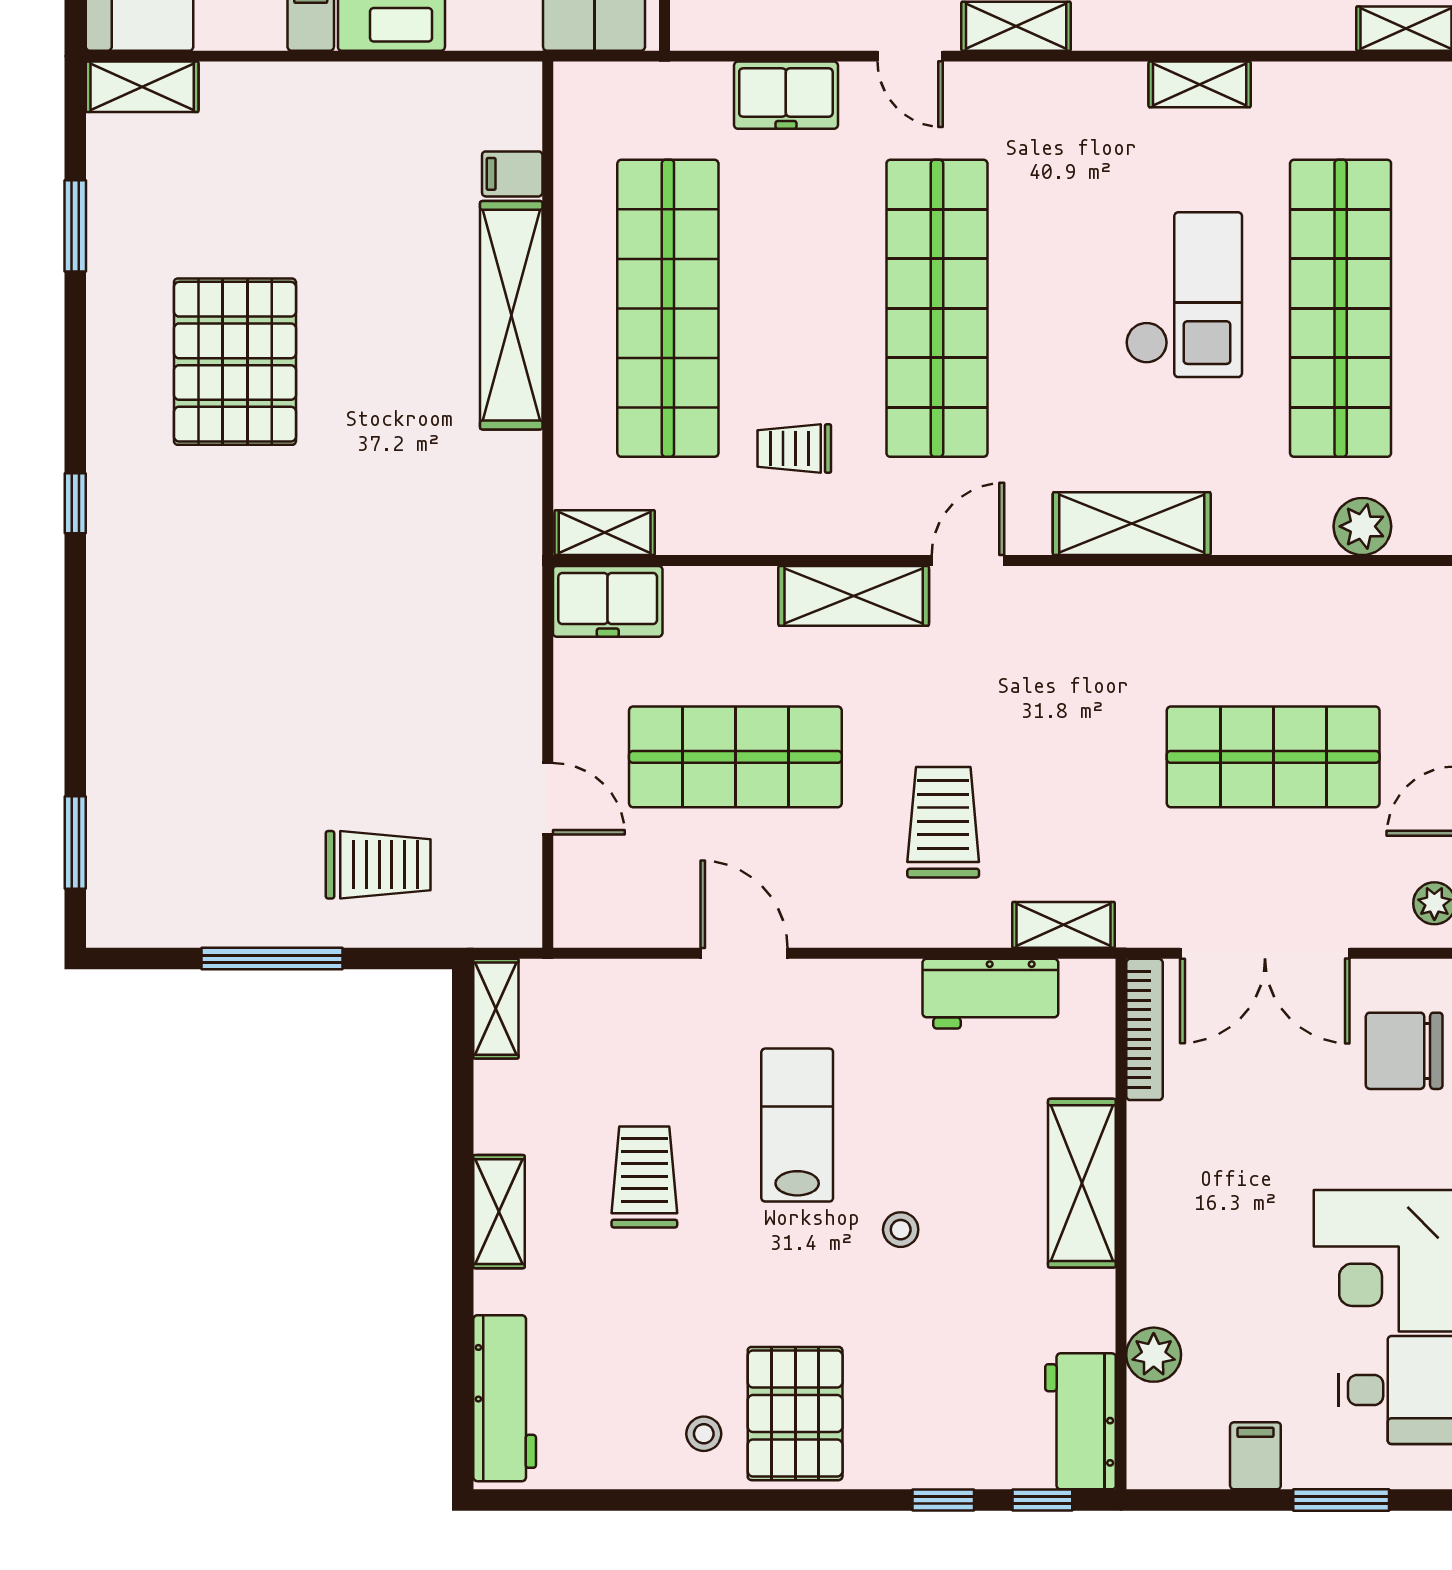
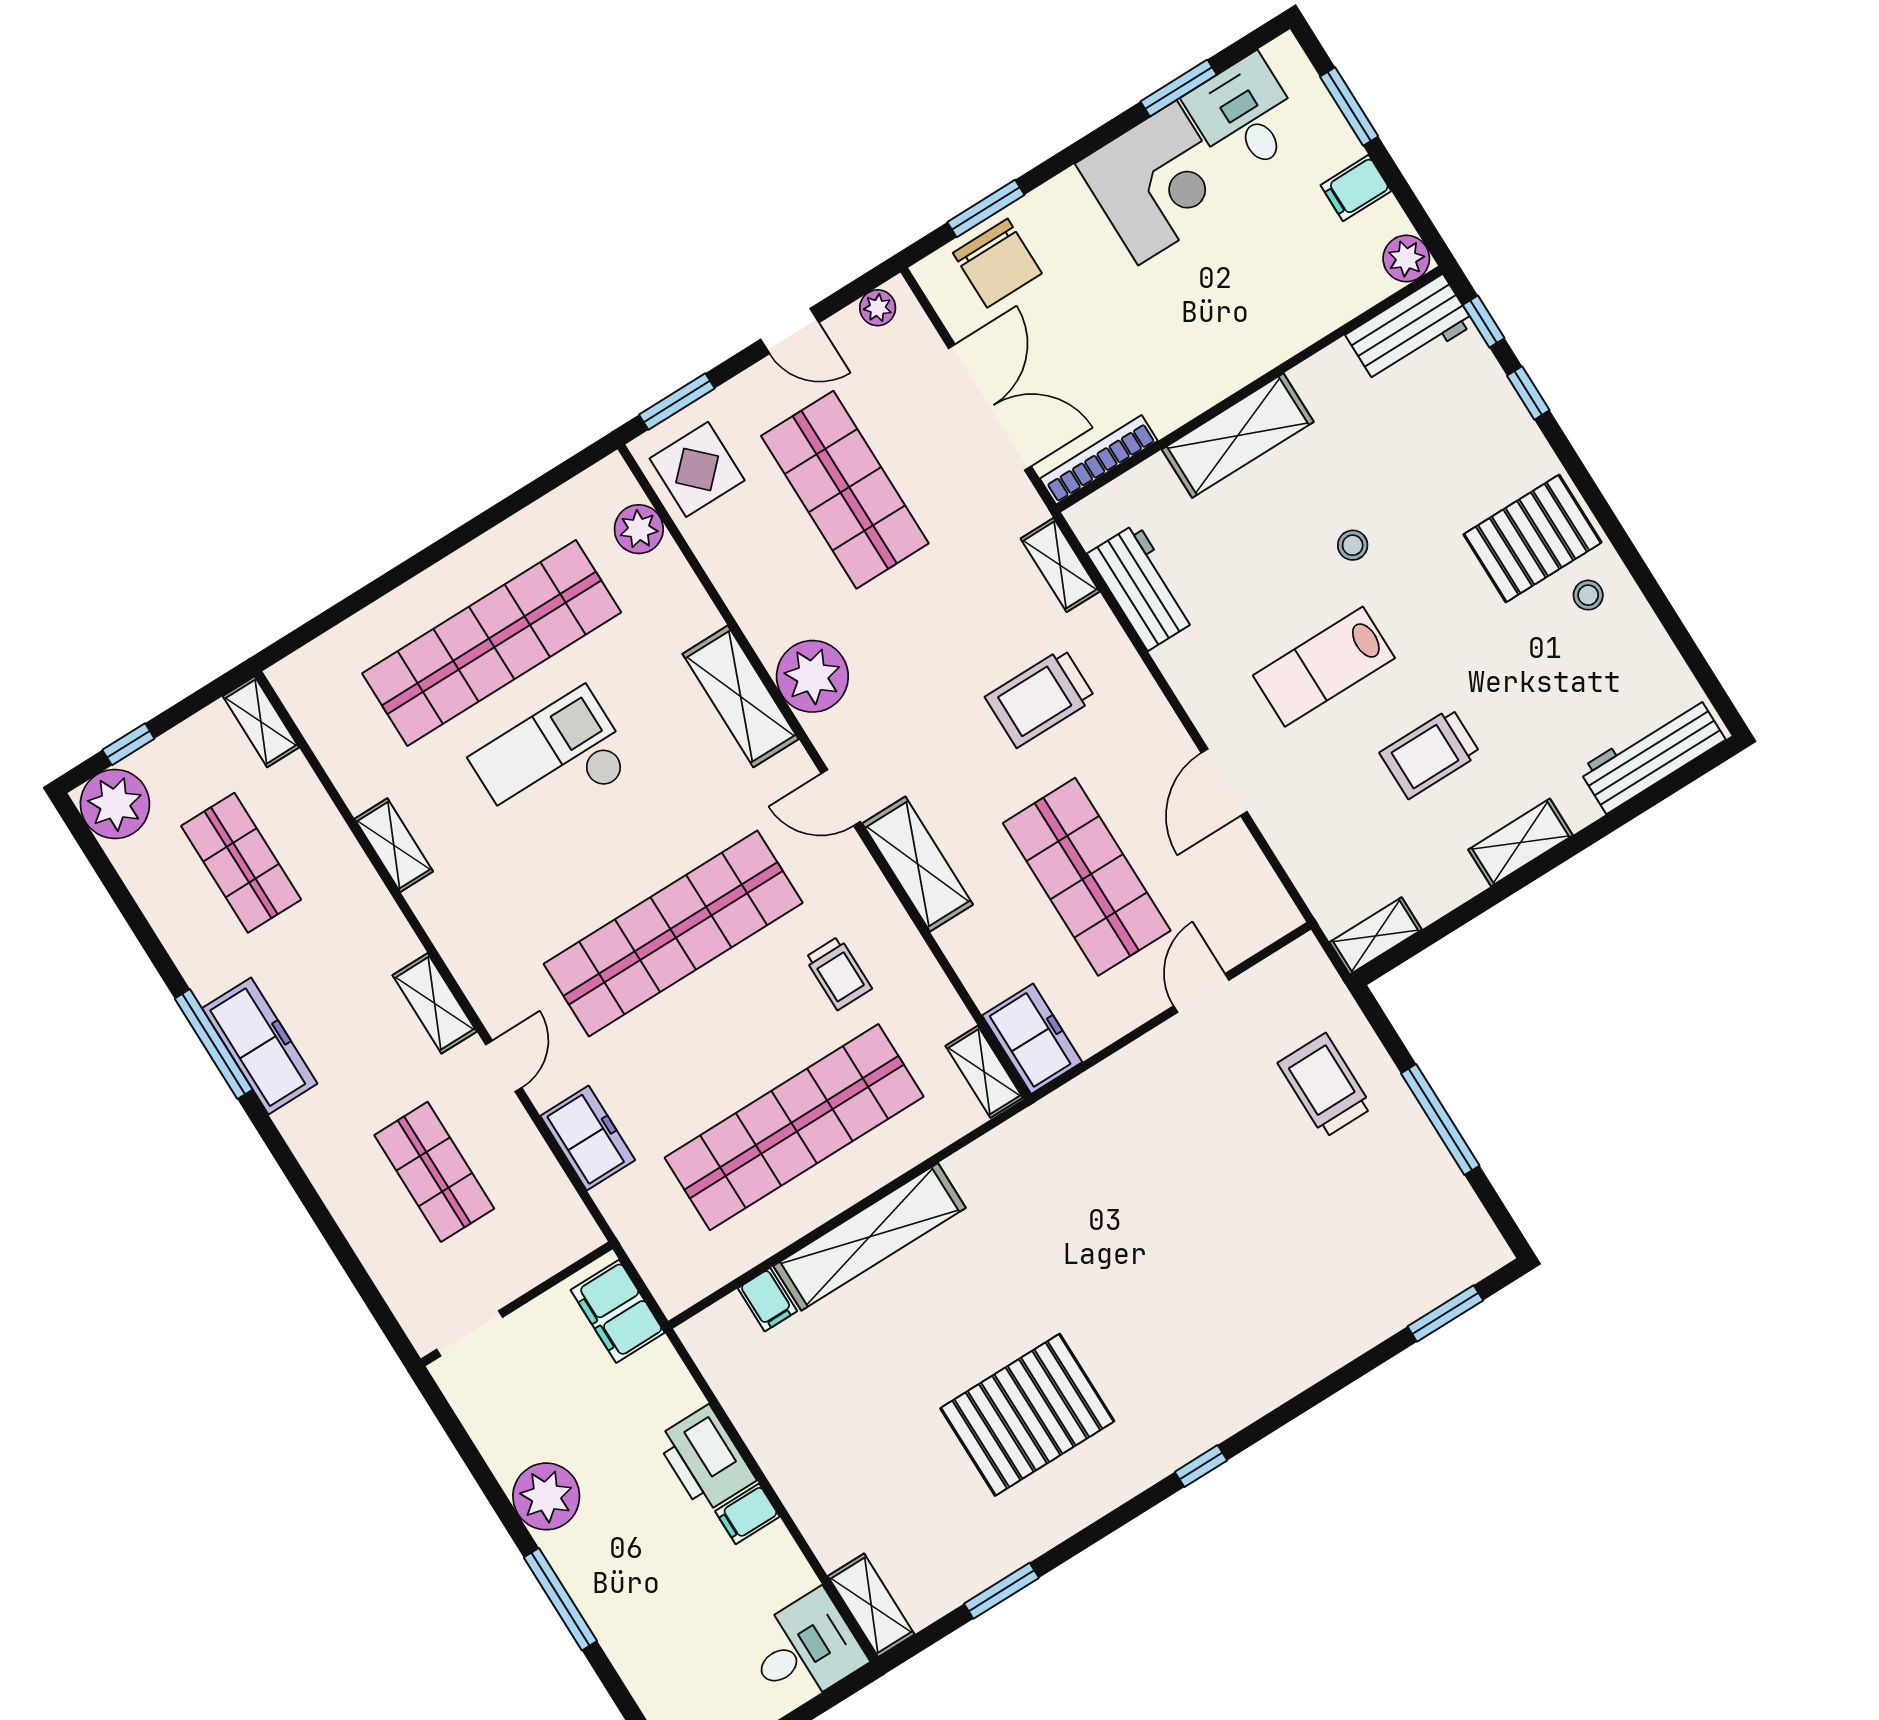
plant: (1107, 608) -> (812, 676), added
display table: (1386, 622) -> (697, 469), added
plant: (1154, 1355) -> (1406, 258), moved

